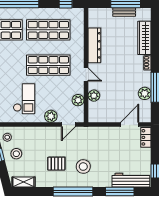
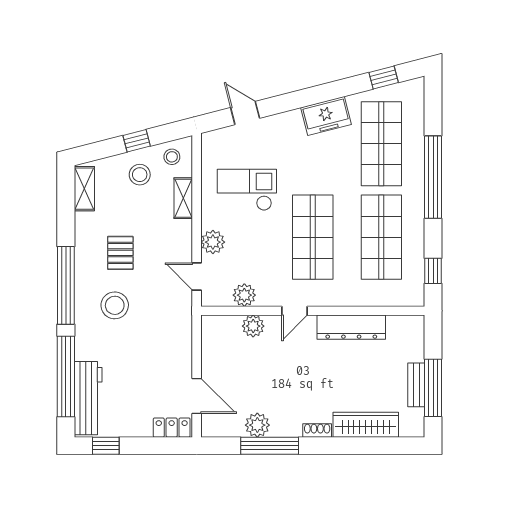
checkout: (24, 99) -> (247, 190), turned 180
shelving: (28, 131) -> (183, 198), added
window: (120, 192) -> (66, 377), width x1.46

